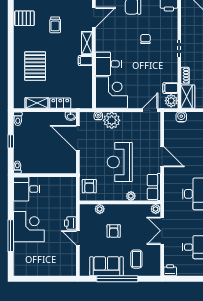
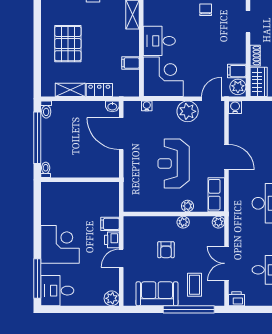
filing cabinet: (85, 61) -> (130, 63), moved
water cooler: (181, 117) -> (235, 107), moved
plant: (112, 120) -> (188, 111), moved
window: (11, 141) -> (37, 138), width x3.17
armchair: (89, 186) -> (136, 194), removed
desk: (27, 189) -> (57, 291), moved
plant: (100, 209) -> (183, 222), moved
filing cabinet: (69, 210) -> (110, 224), added
double door: (162, 231) -> (227, 263), moved
window: (11, 236) -> (37, 278), moved
door: (78, 238) -> (121, 258), hinge flipped
plant: (70, 270) -> (112, 298), added
window: (117, 279) -> (189, 309), moved

